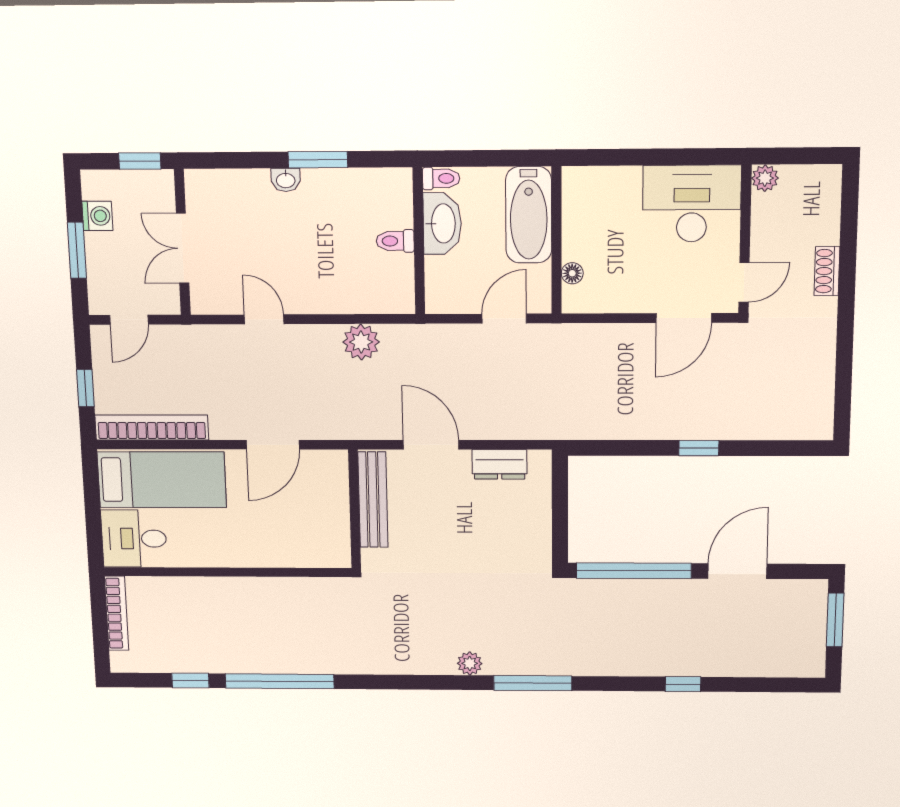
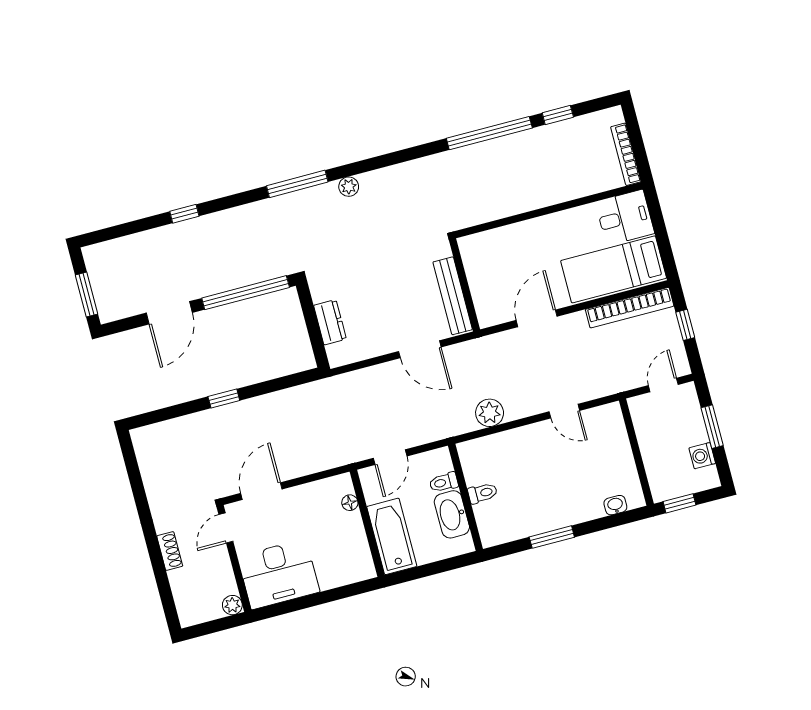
toilet: (441, 178) -> (444, 482), moved
washbasin: (286, 180) -> (615, 505), moved
double door: (183, 248) -> (635, 448), removed
dresser: (500, 464) -> (330, 322), moved, turned 90

